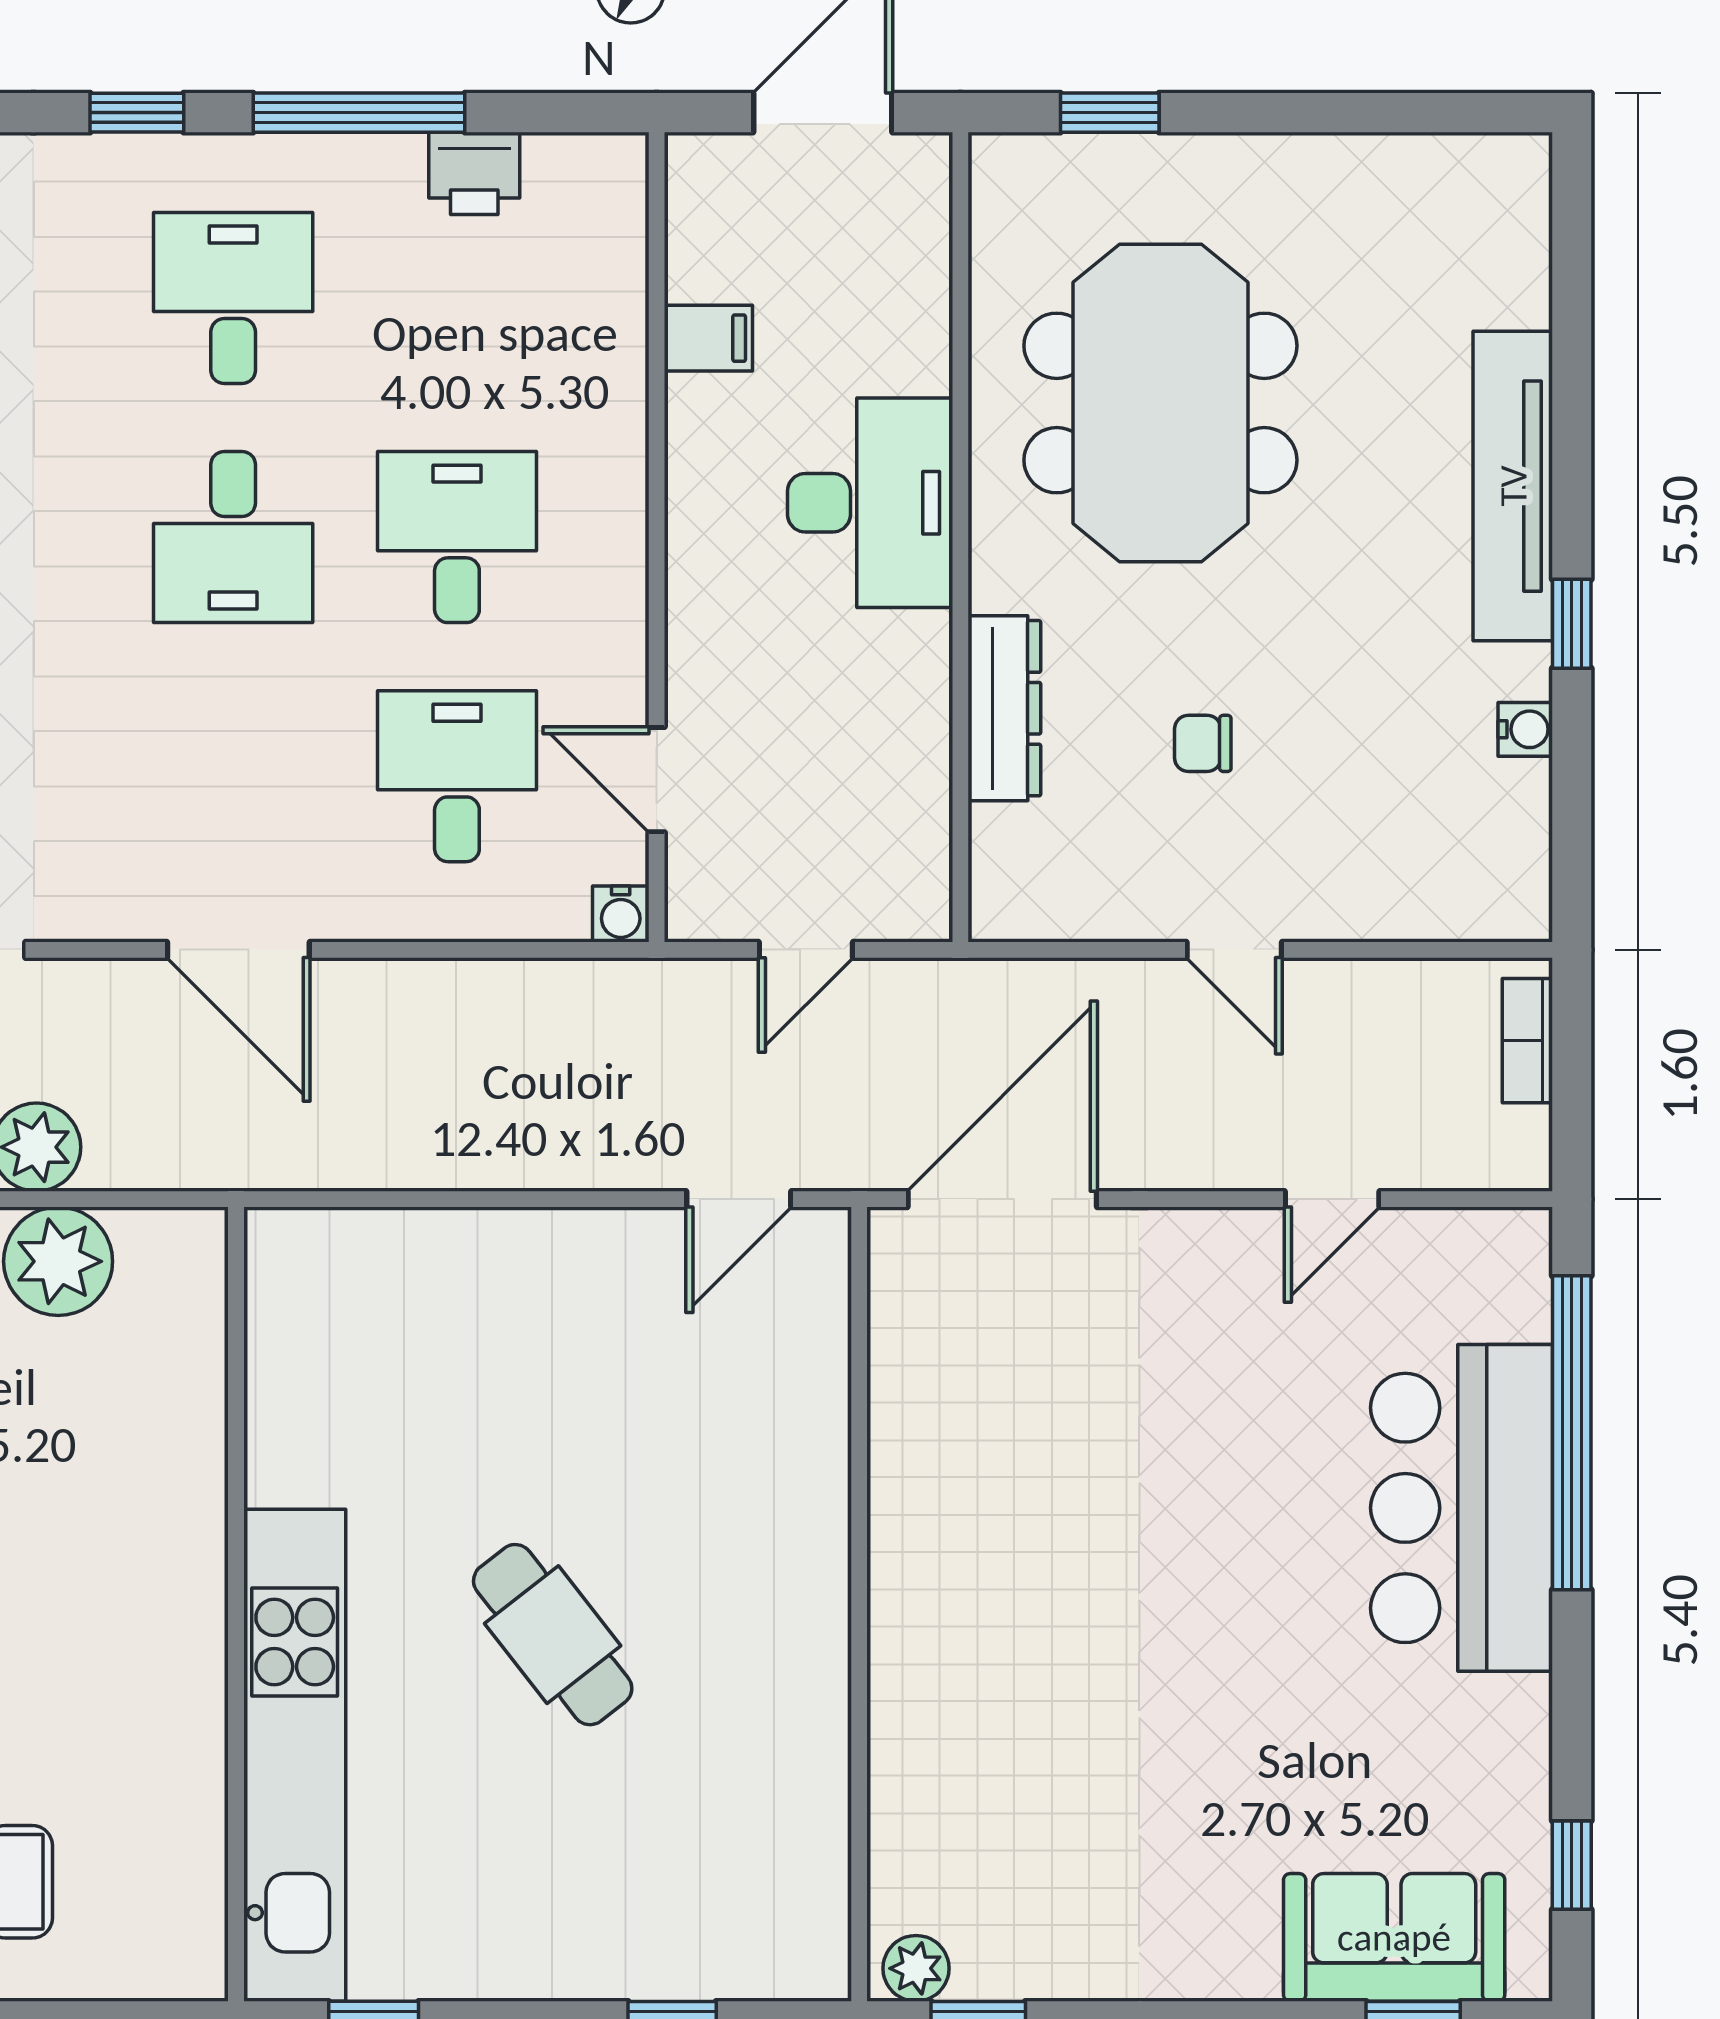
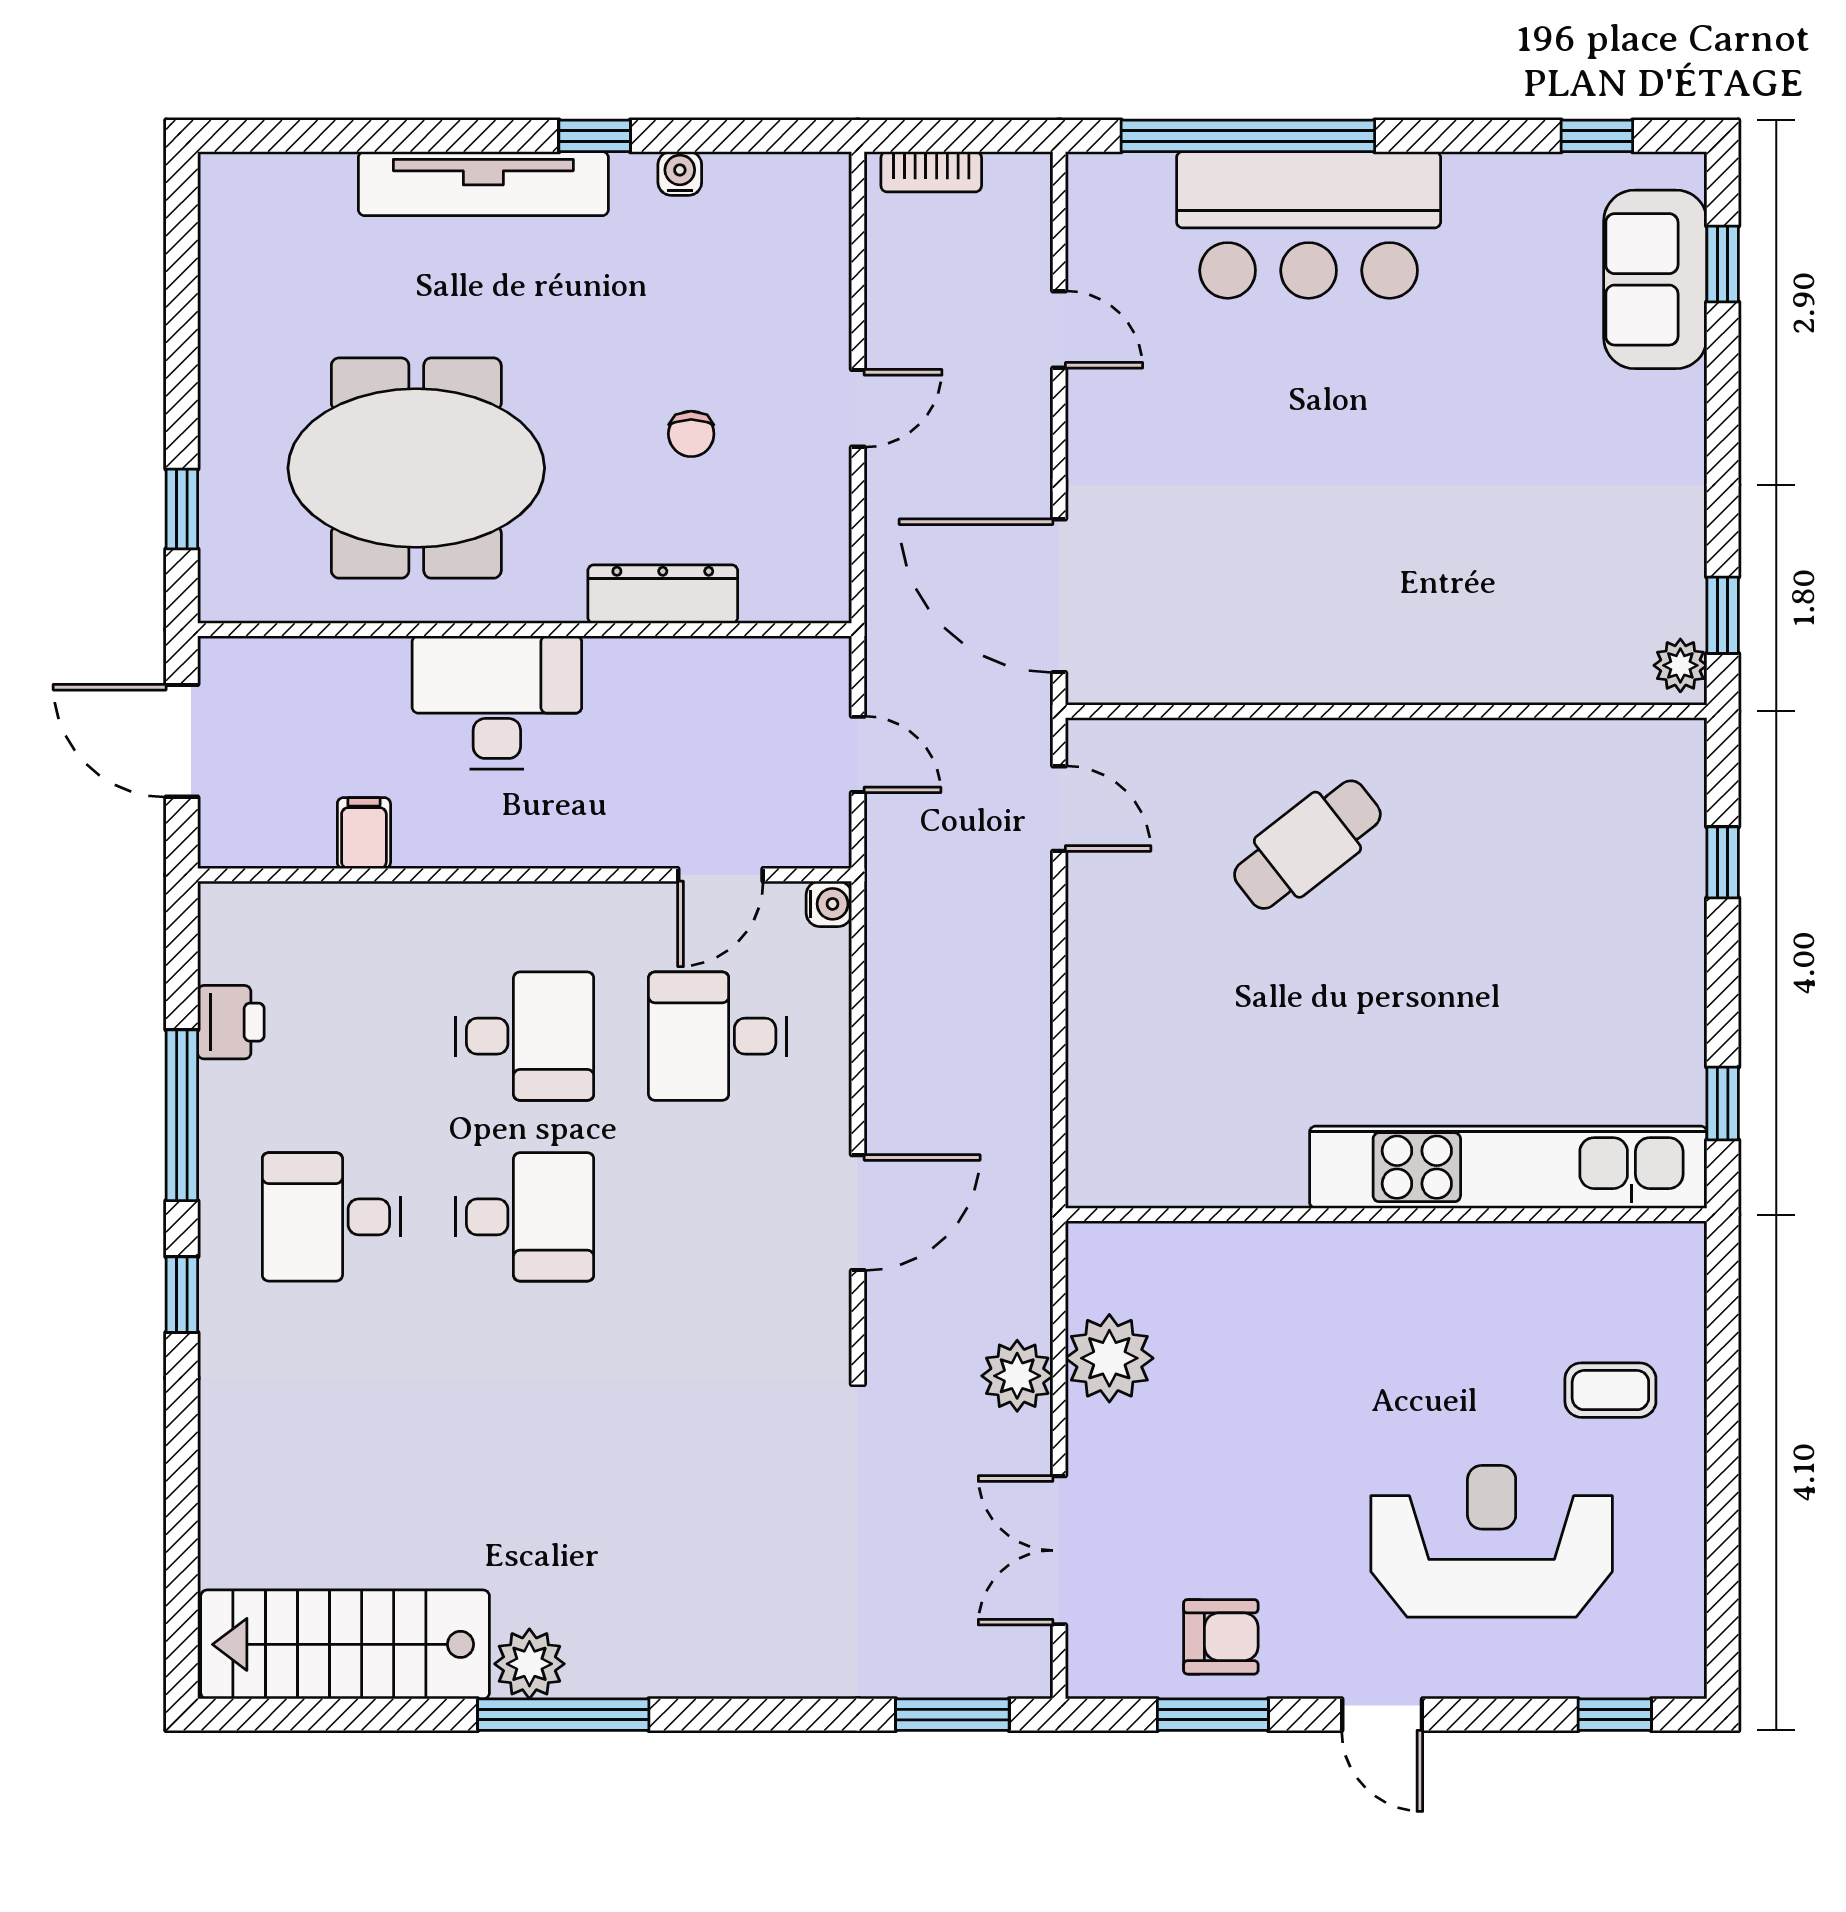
desk: (457, 537) -> (525, 1036), turned 180
cafe table: (553, 1635) -> (1307, 845), moved

